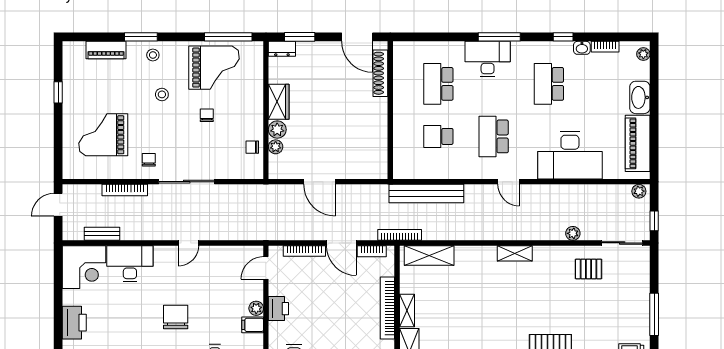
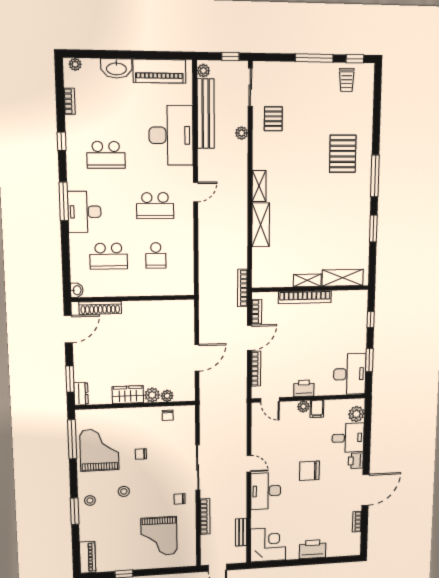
washbasin: (582, 48) -> (77, 290), moved
piano: (106, 50) -> (88, 557), moved
bench: (426, 194) -> (206, 114), moved
shelving: (429, 255) -> (261, 225), moved
desk: (130, 264) -> (266, 491), moved

